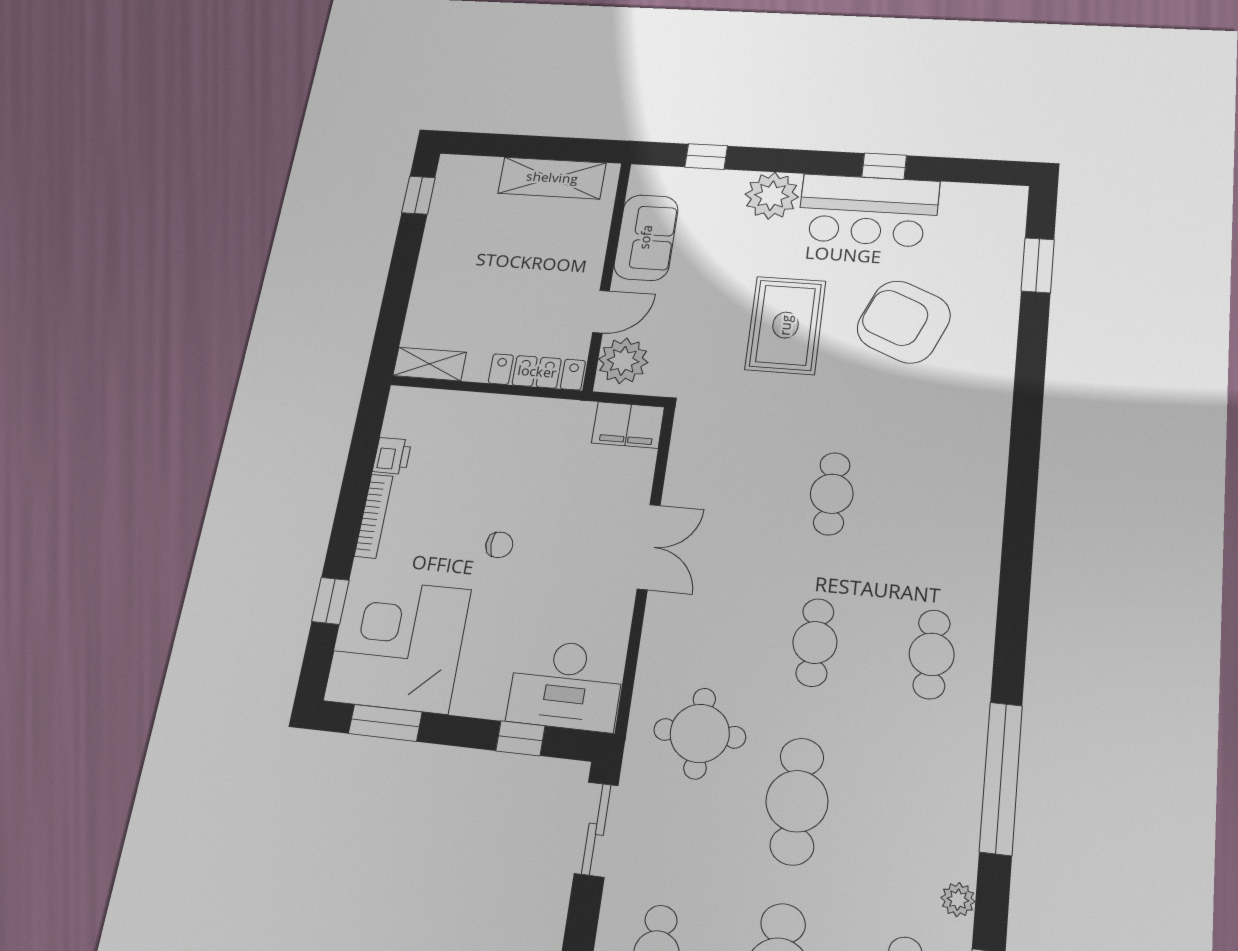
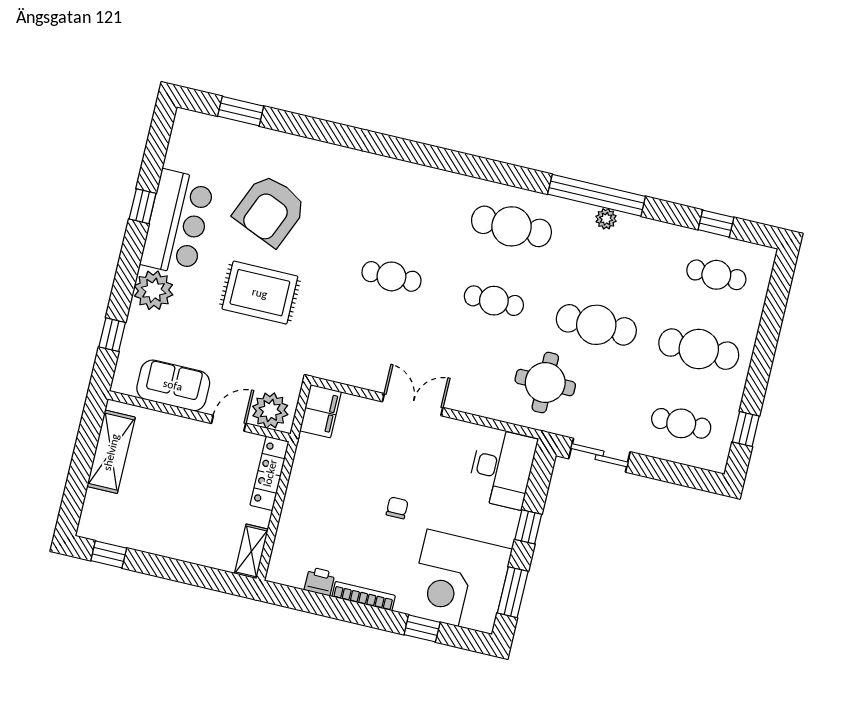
door: (601, 312) -> (229, 423), hinge flipped
cafe table: (932, 654) -> (511, 226), width x1.37, depth x1.35
window: (520, 738) -> (528, 527), moved
plant: (958, 900) -> (606, 219), moved

